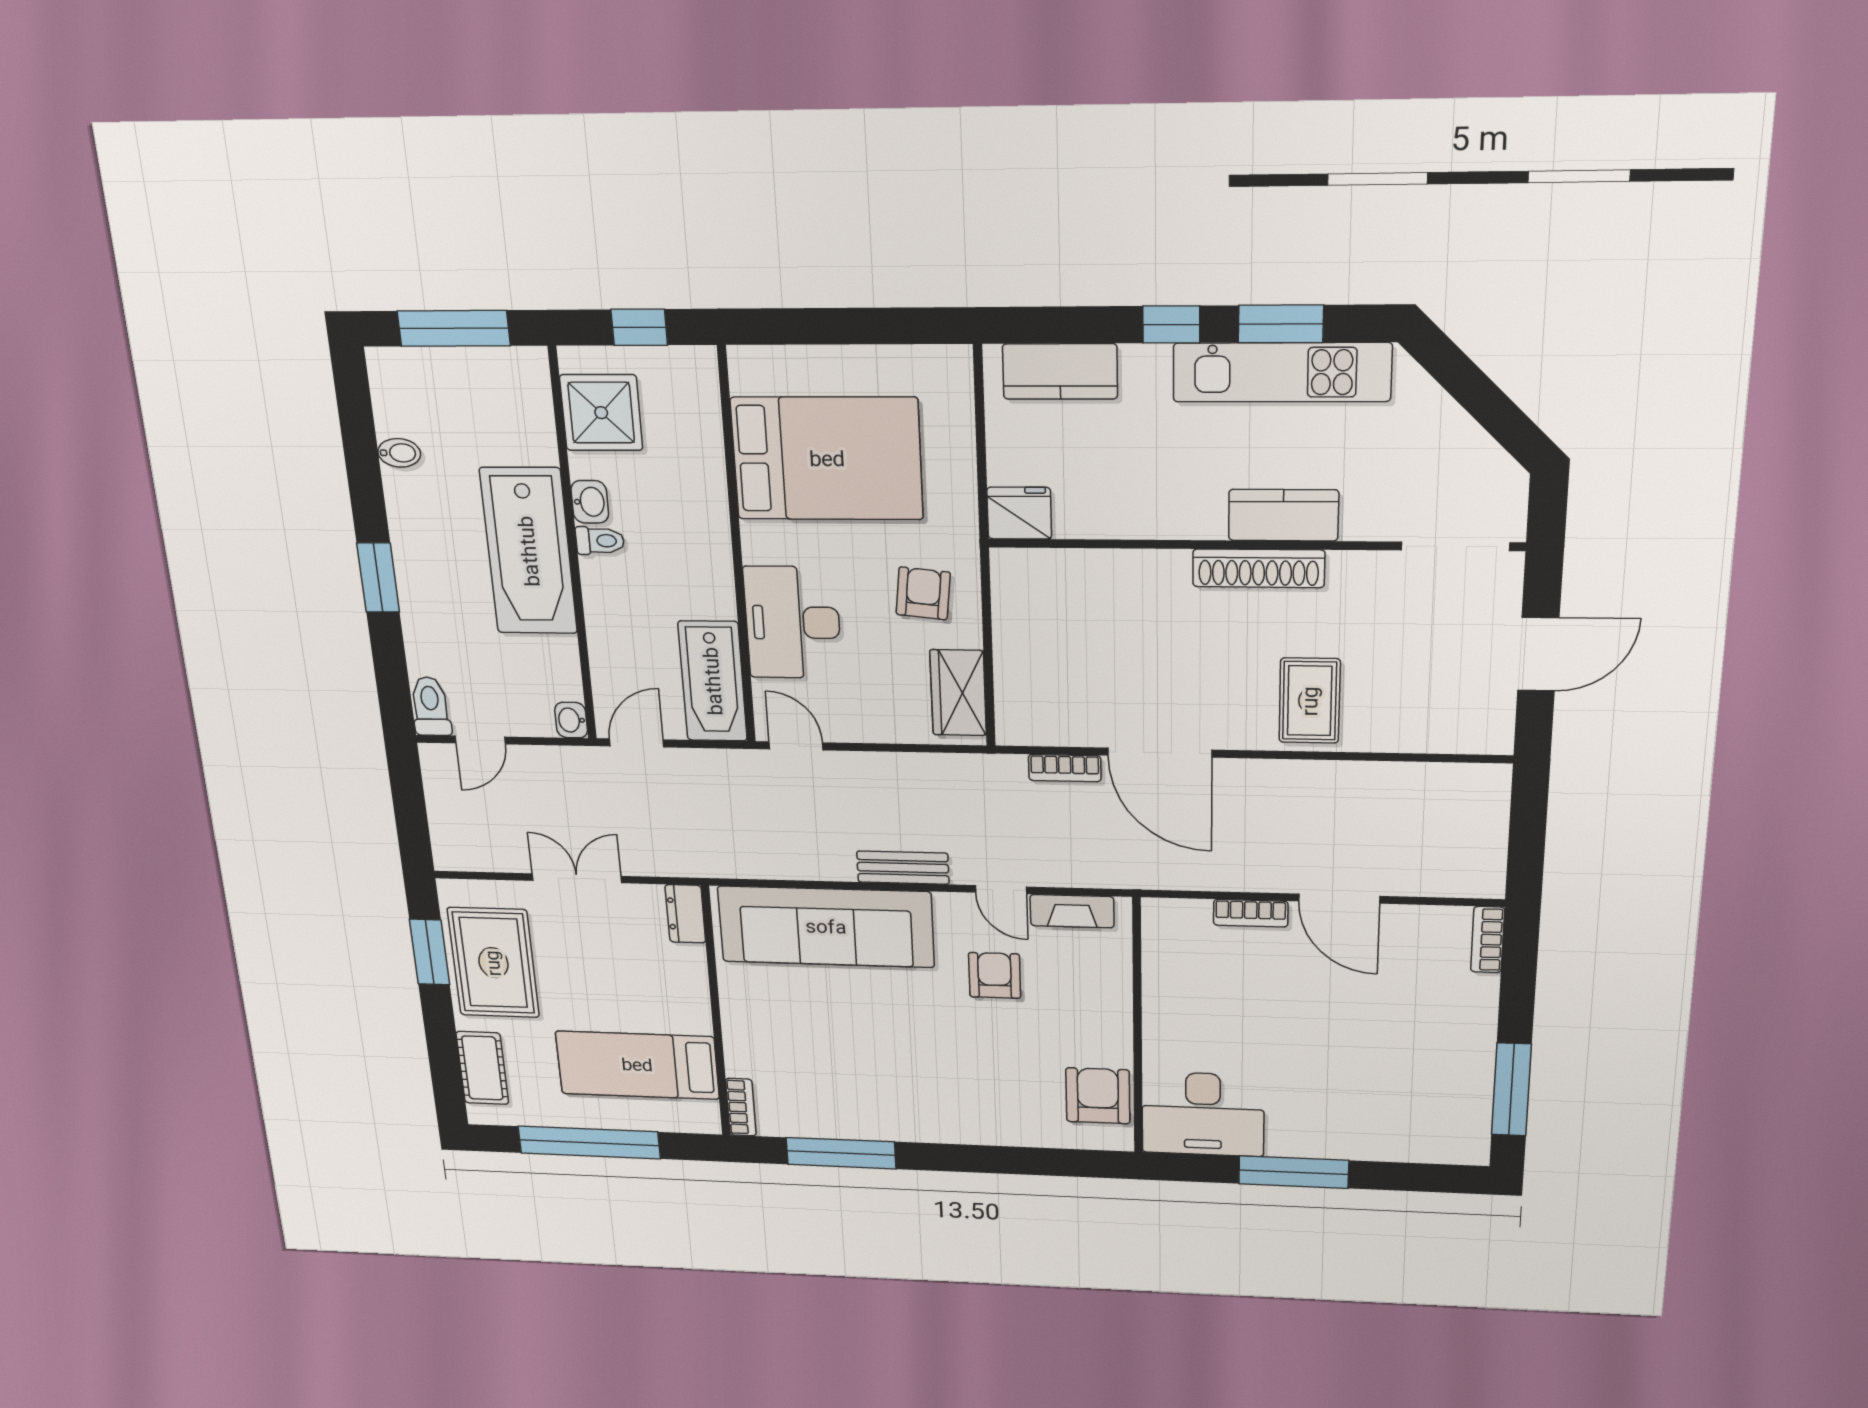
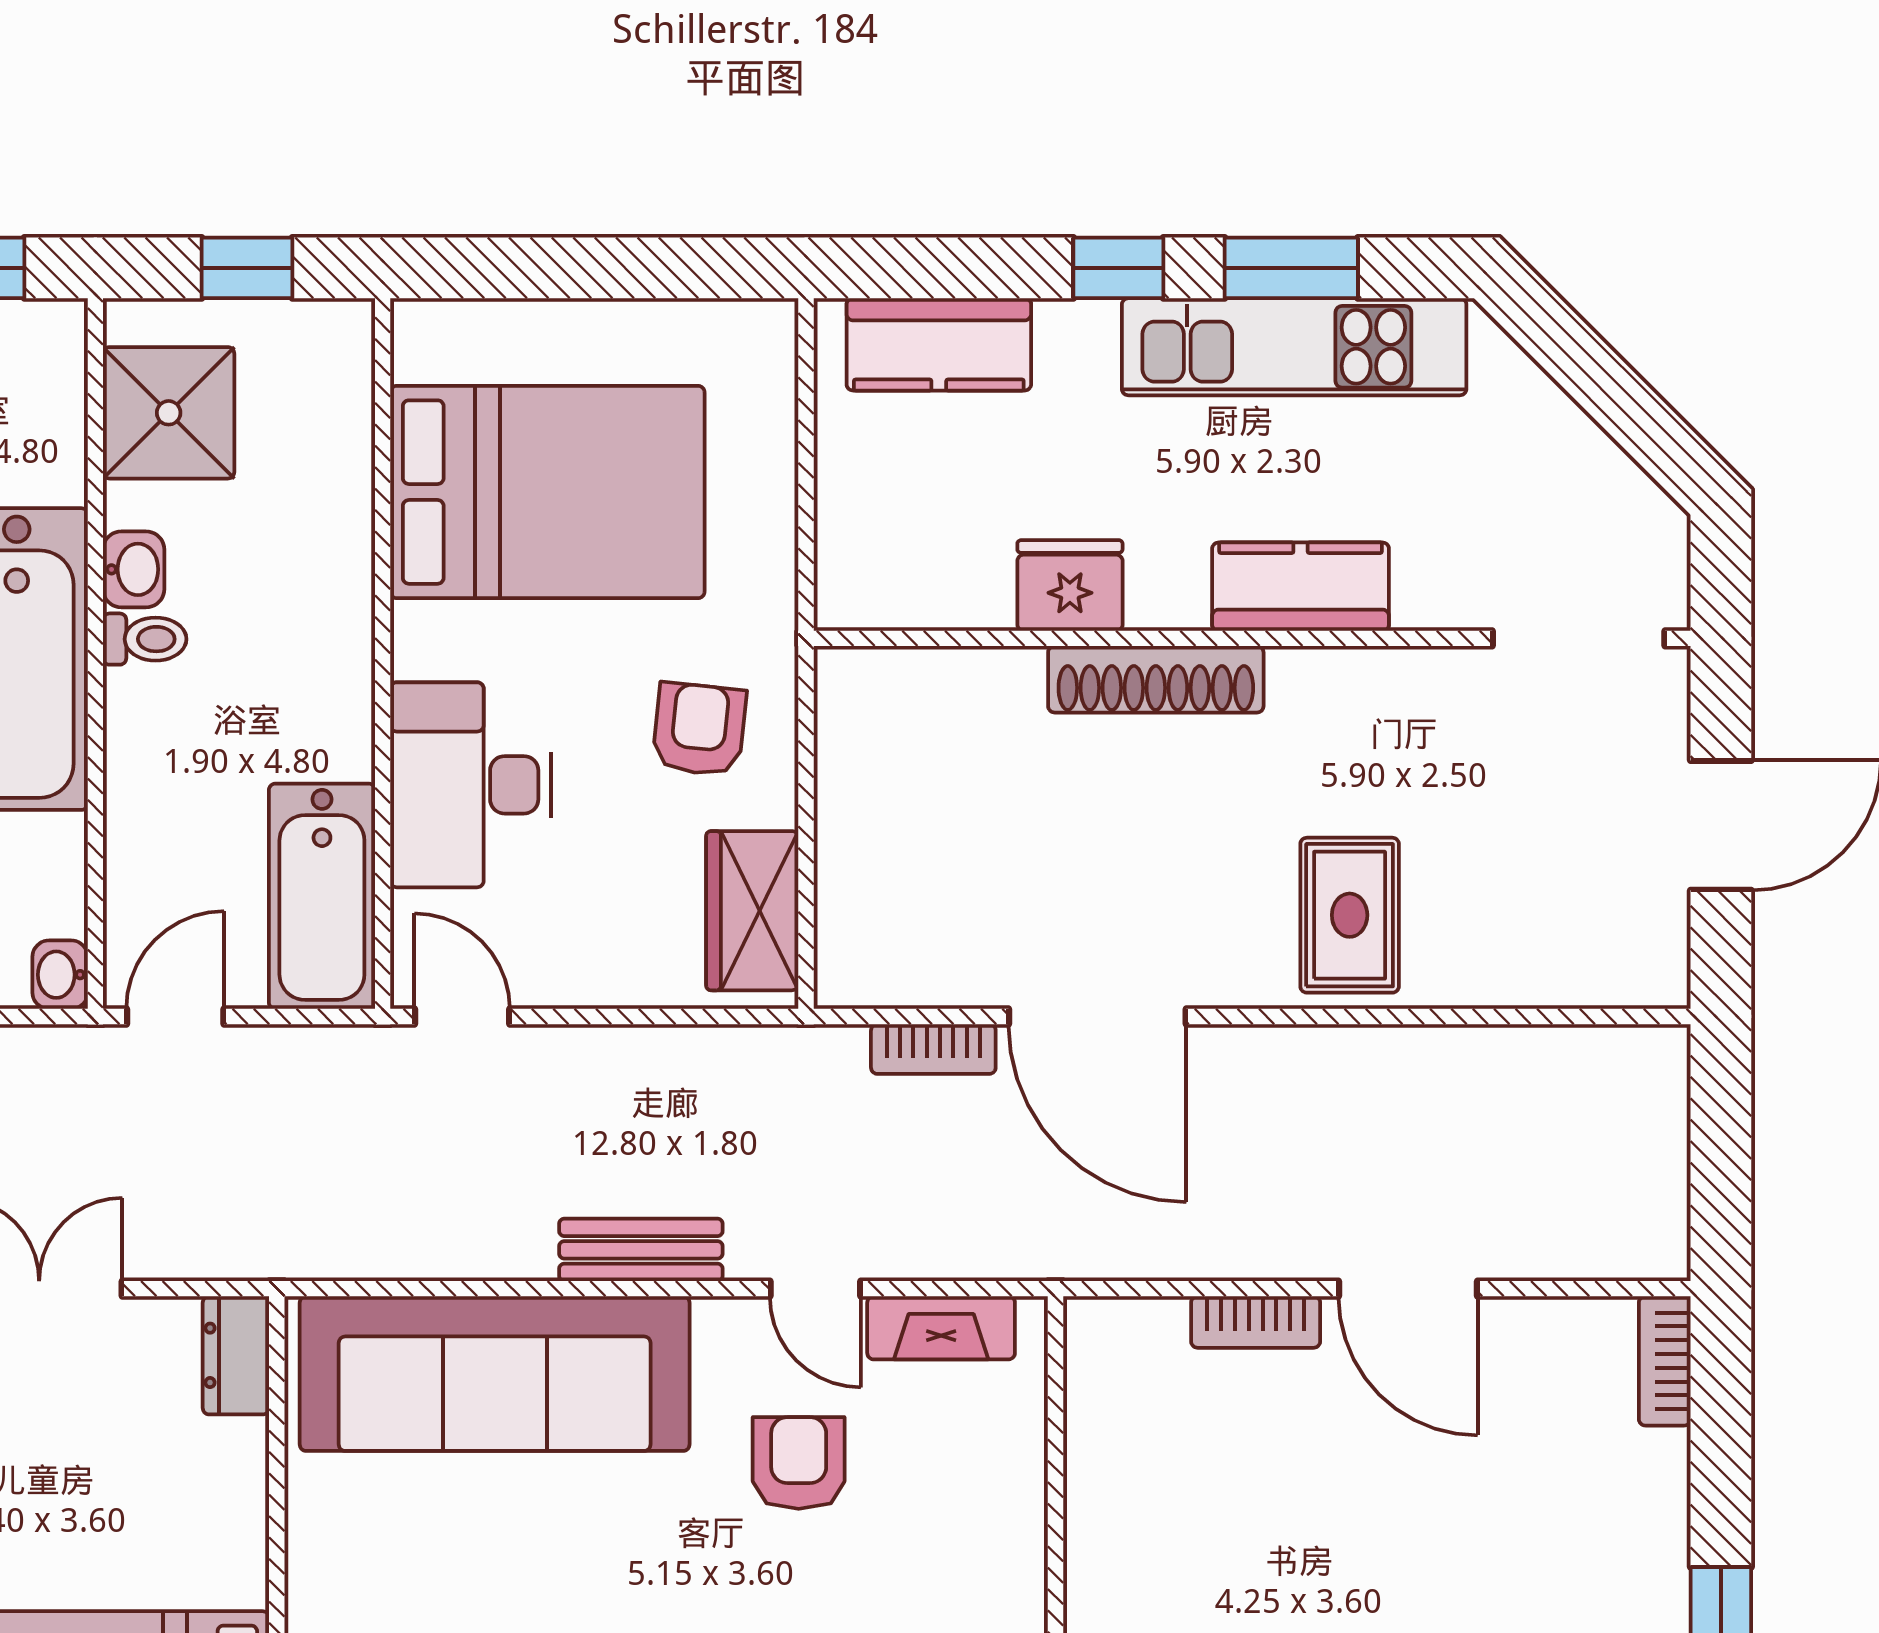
fridge: (1019, 513) -> (1070, 586), moved
shoe rack: (1259, 568) -> (1156, 679), moved

